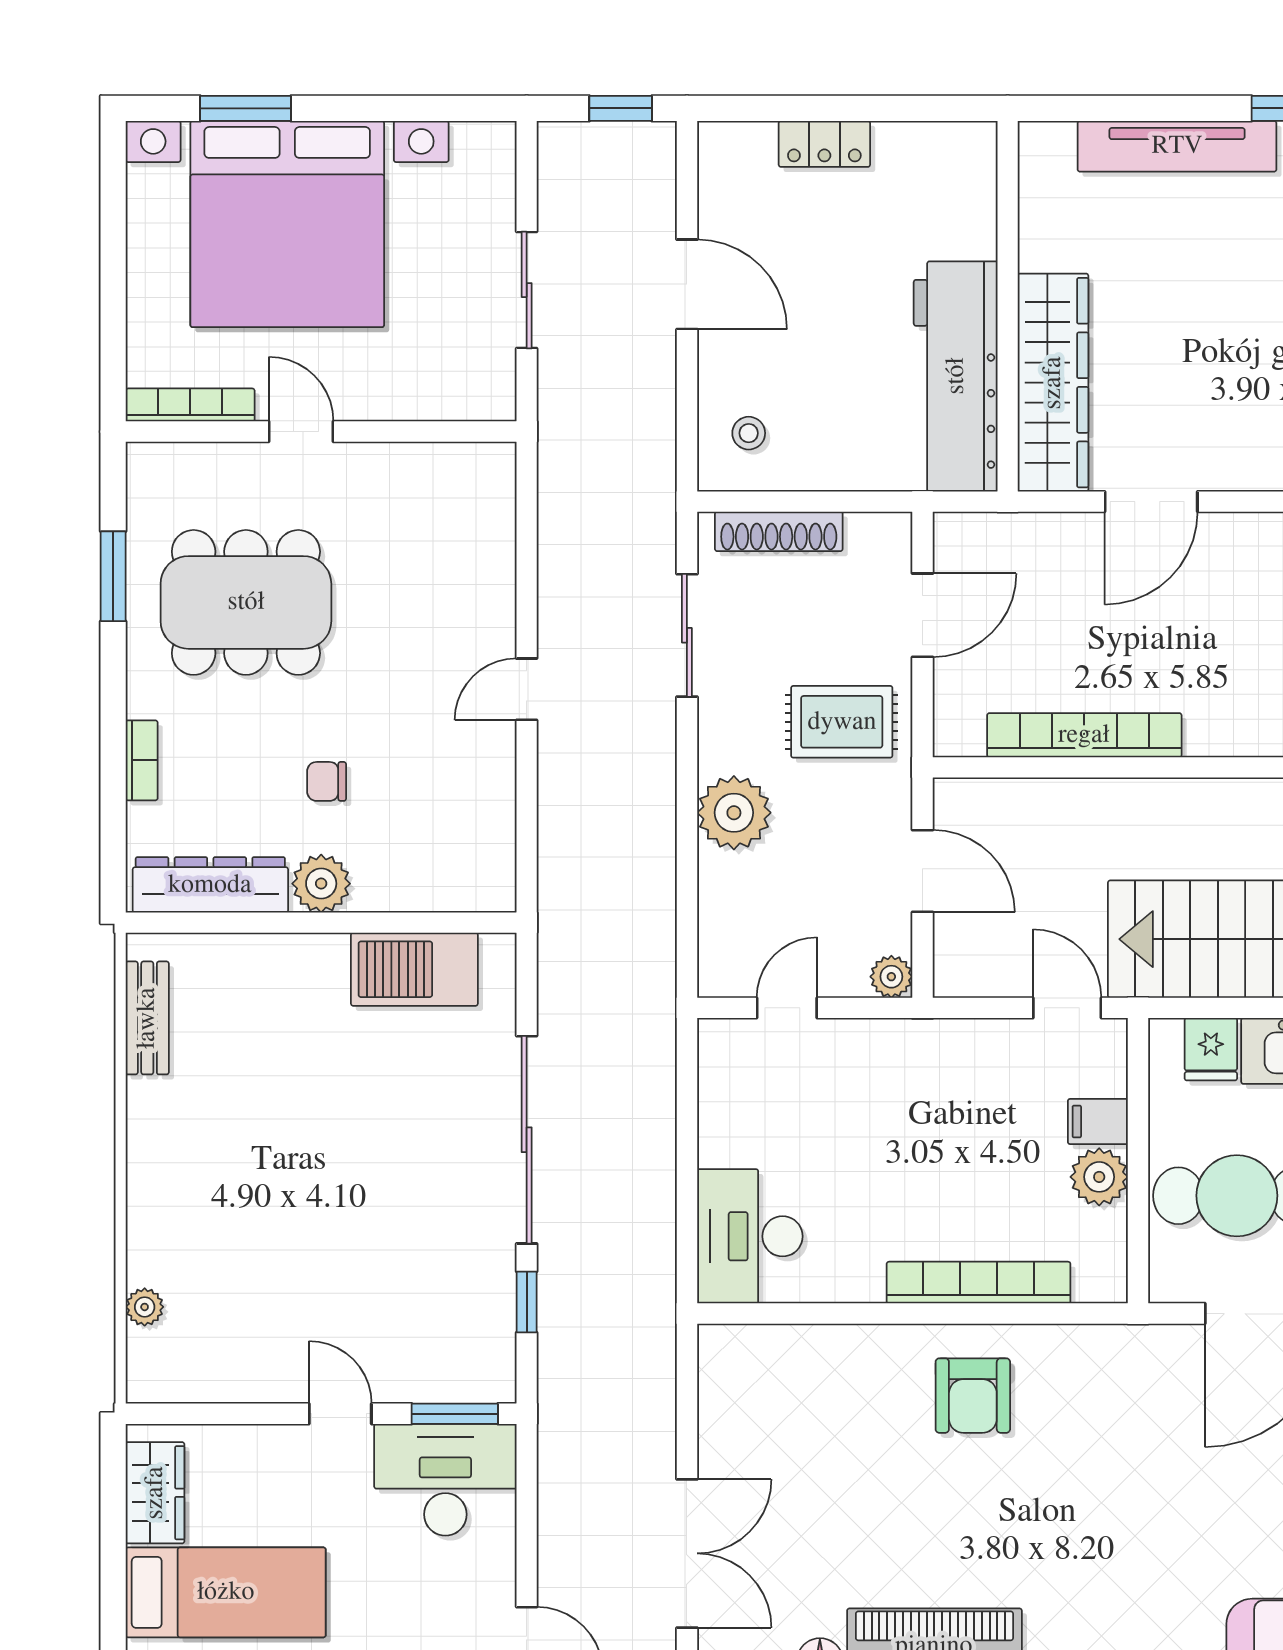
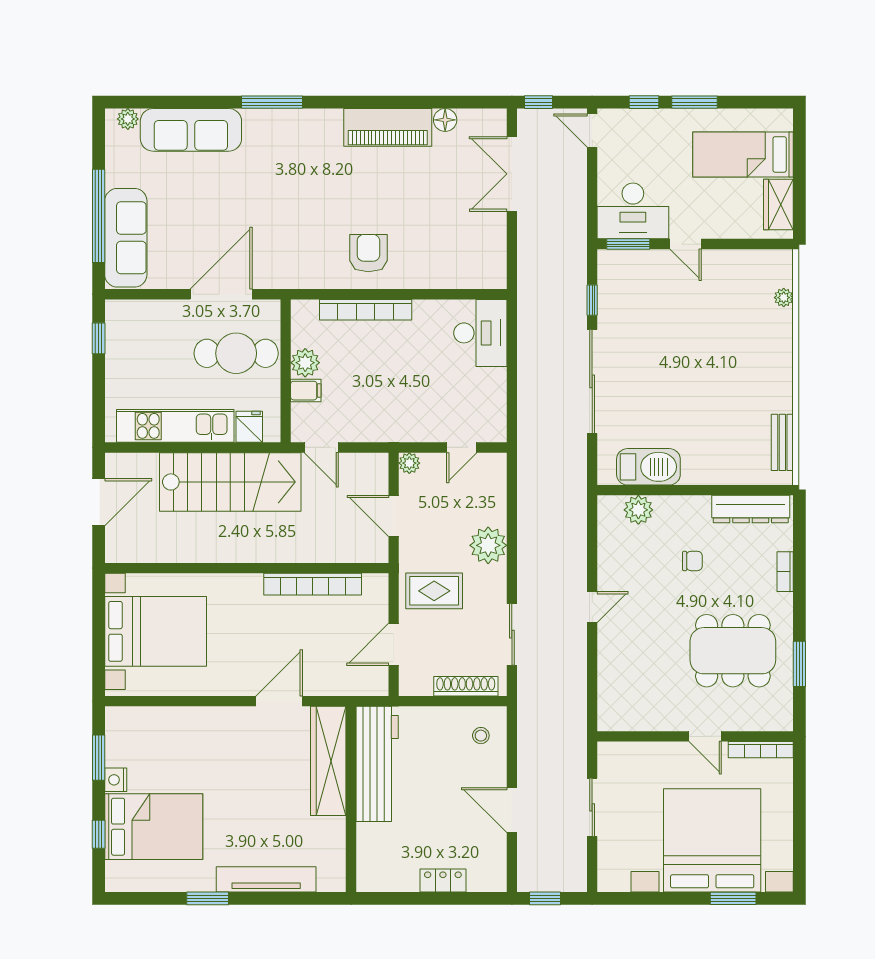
plant: (321, 884) -> (638, 510), moved

